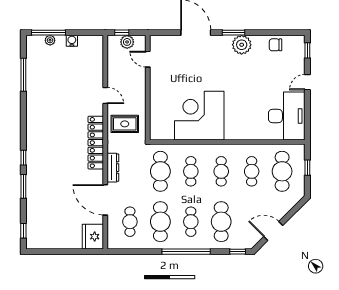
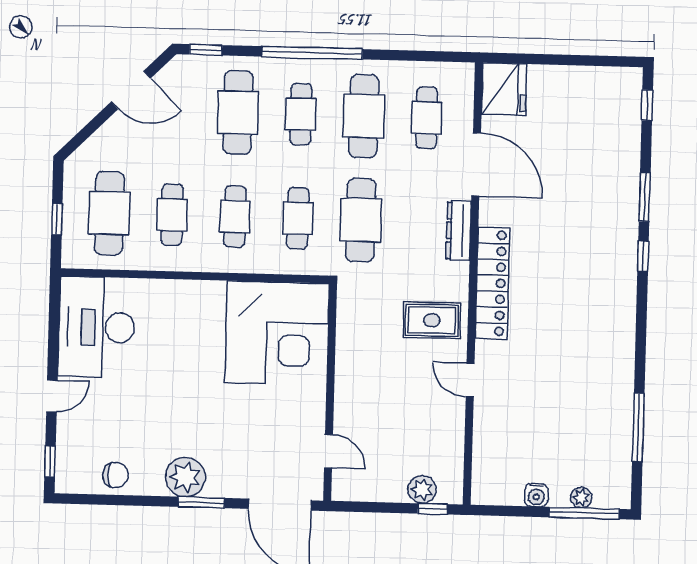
door: (148, 59) -> (328, 451), moved
wall: (148, 88) -> (330, 392), moved

